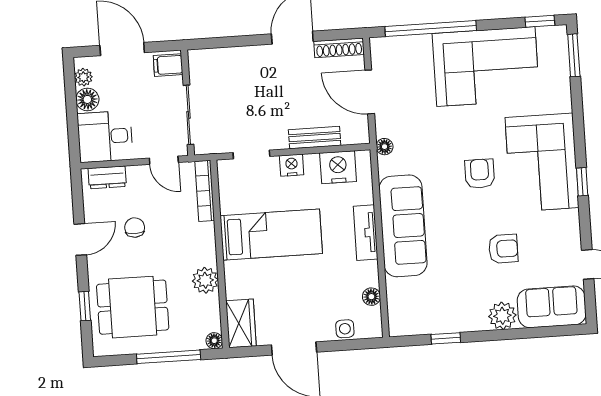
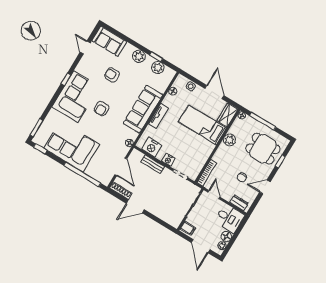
bed: (271, 235) -> (203, 125), moved
plant: (502, 316) -> (139, 56), moved
plant: (429, 321) -> (158, 68), added

